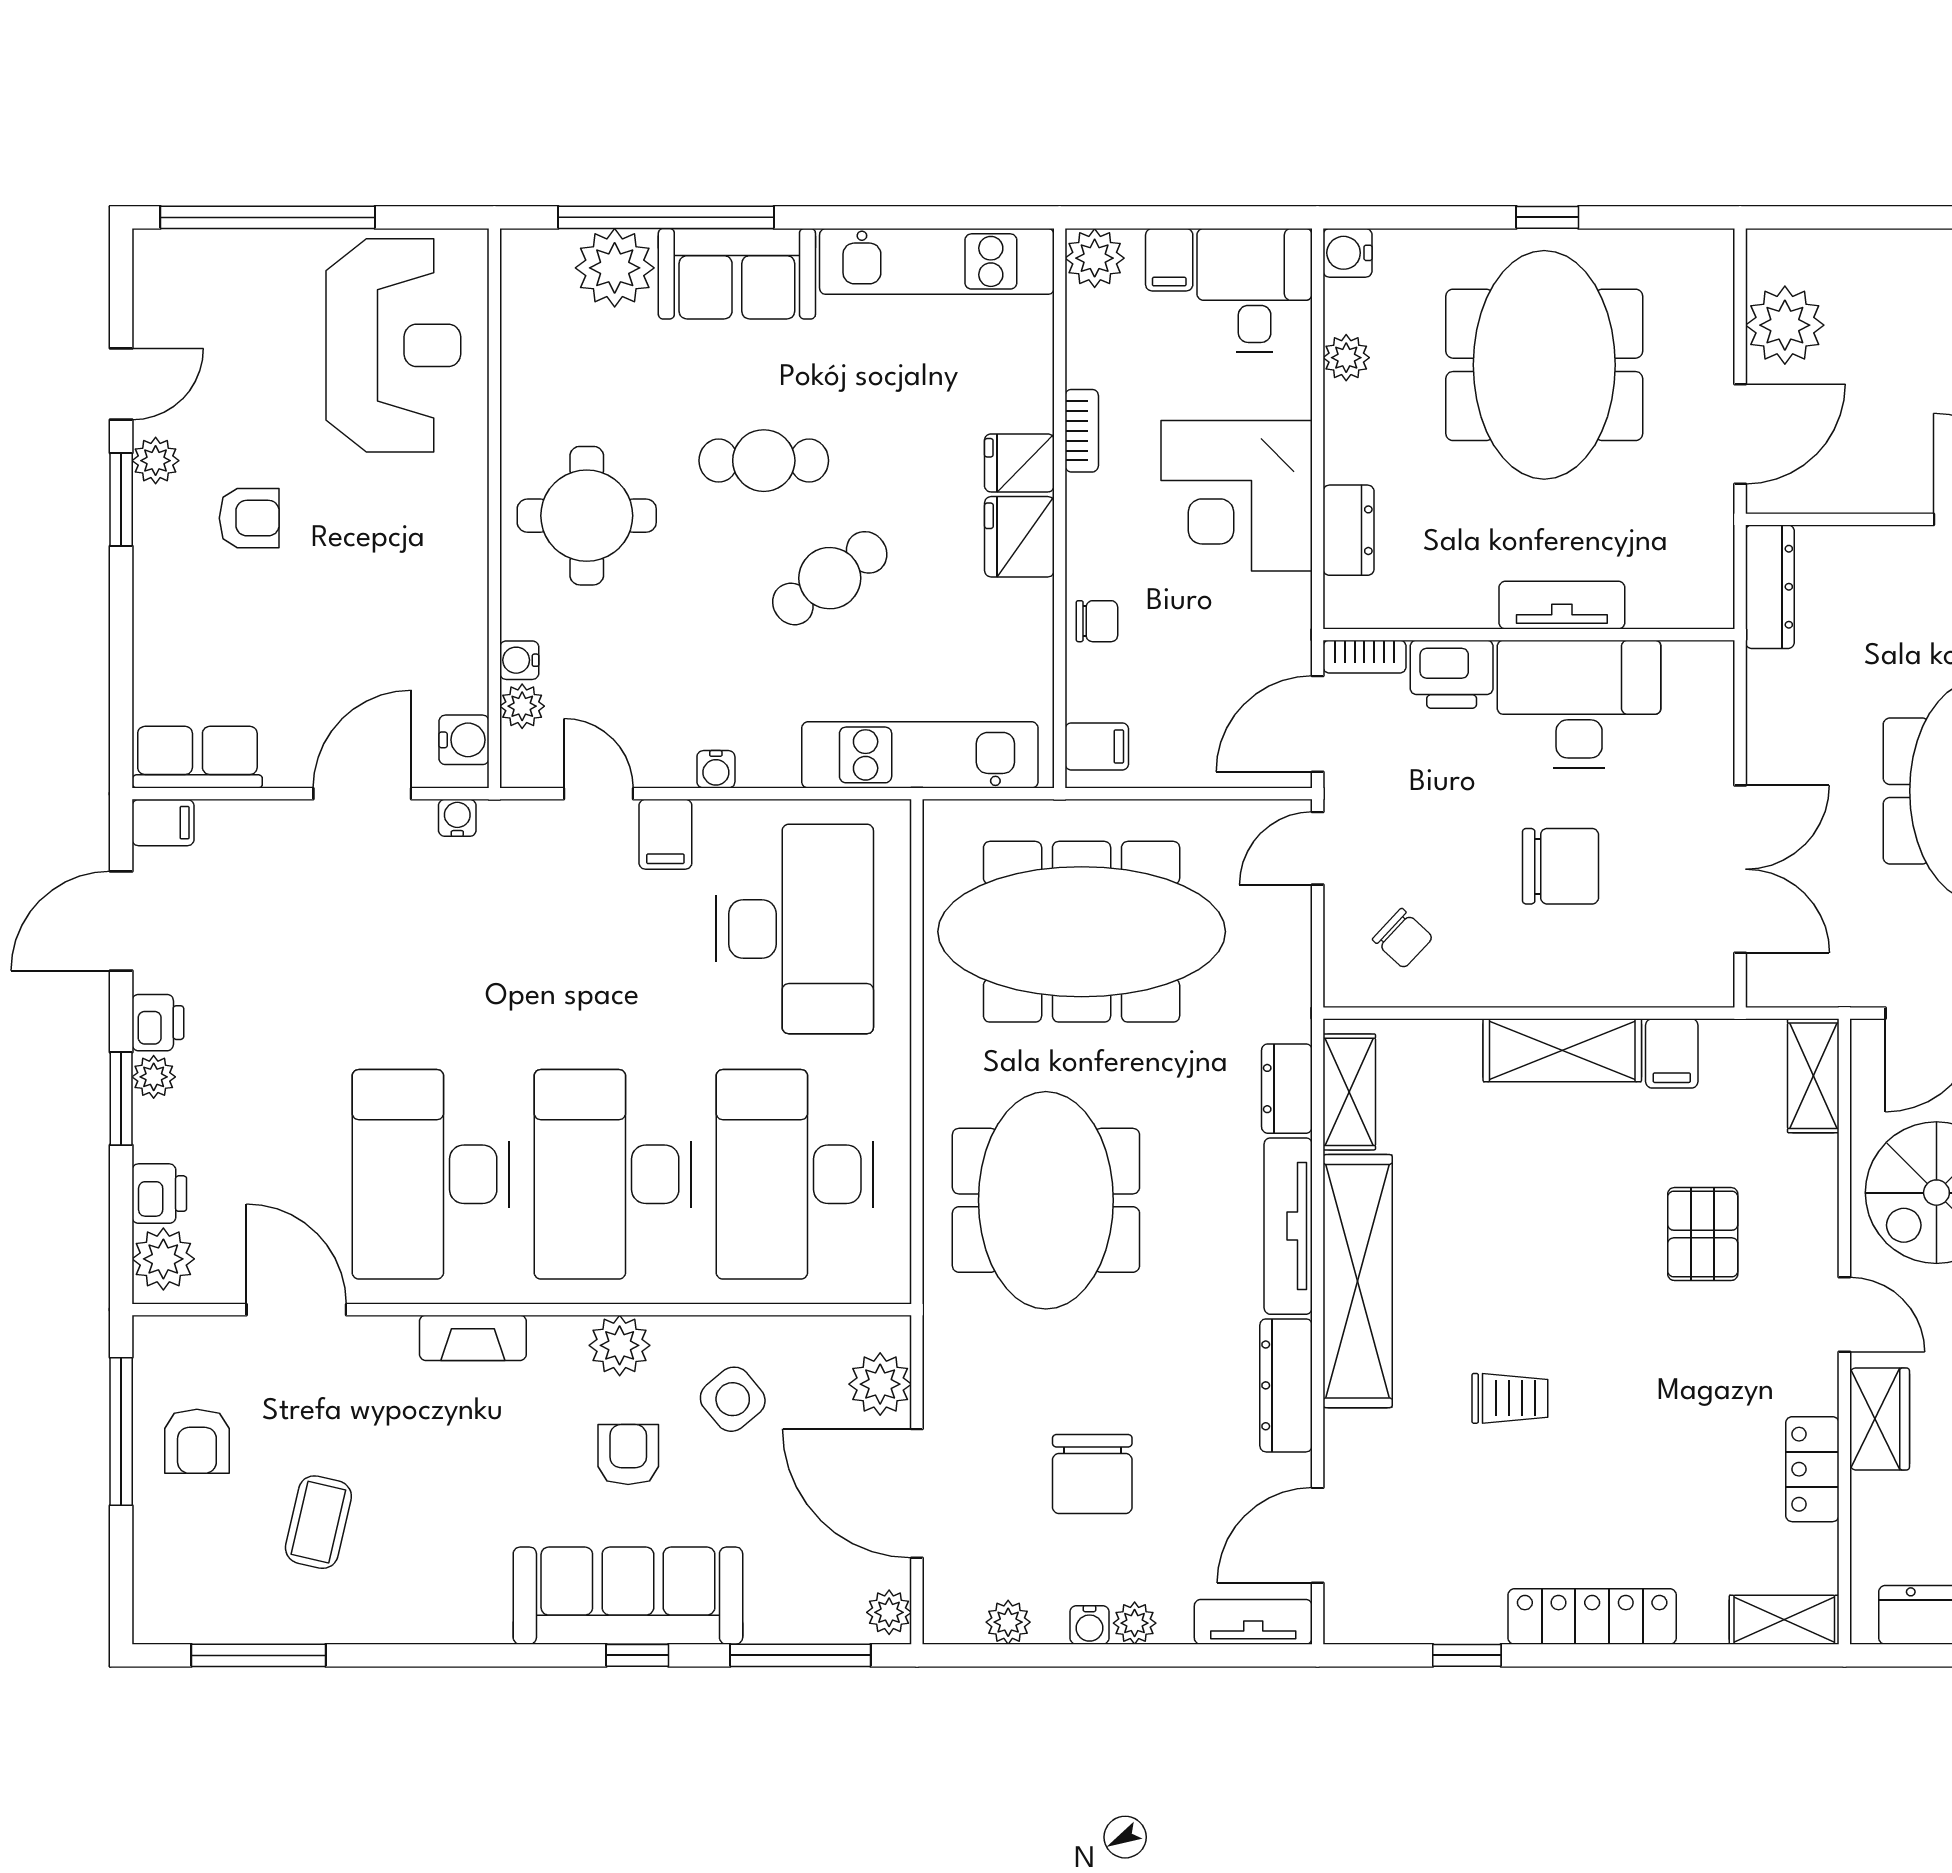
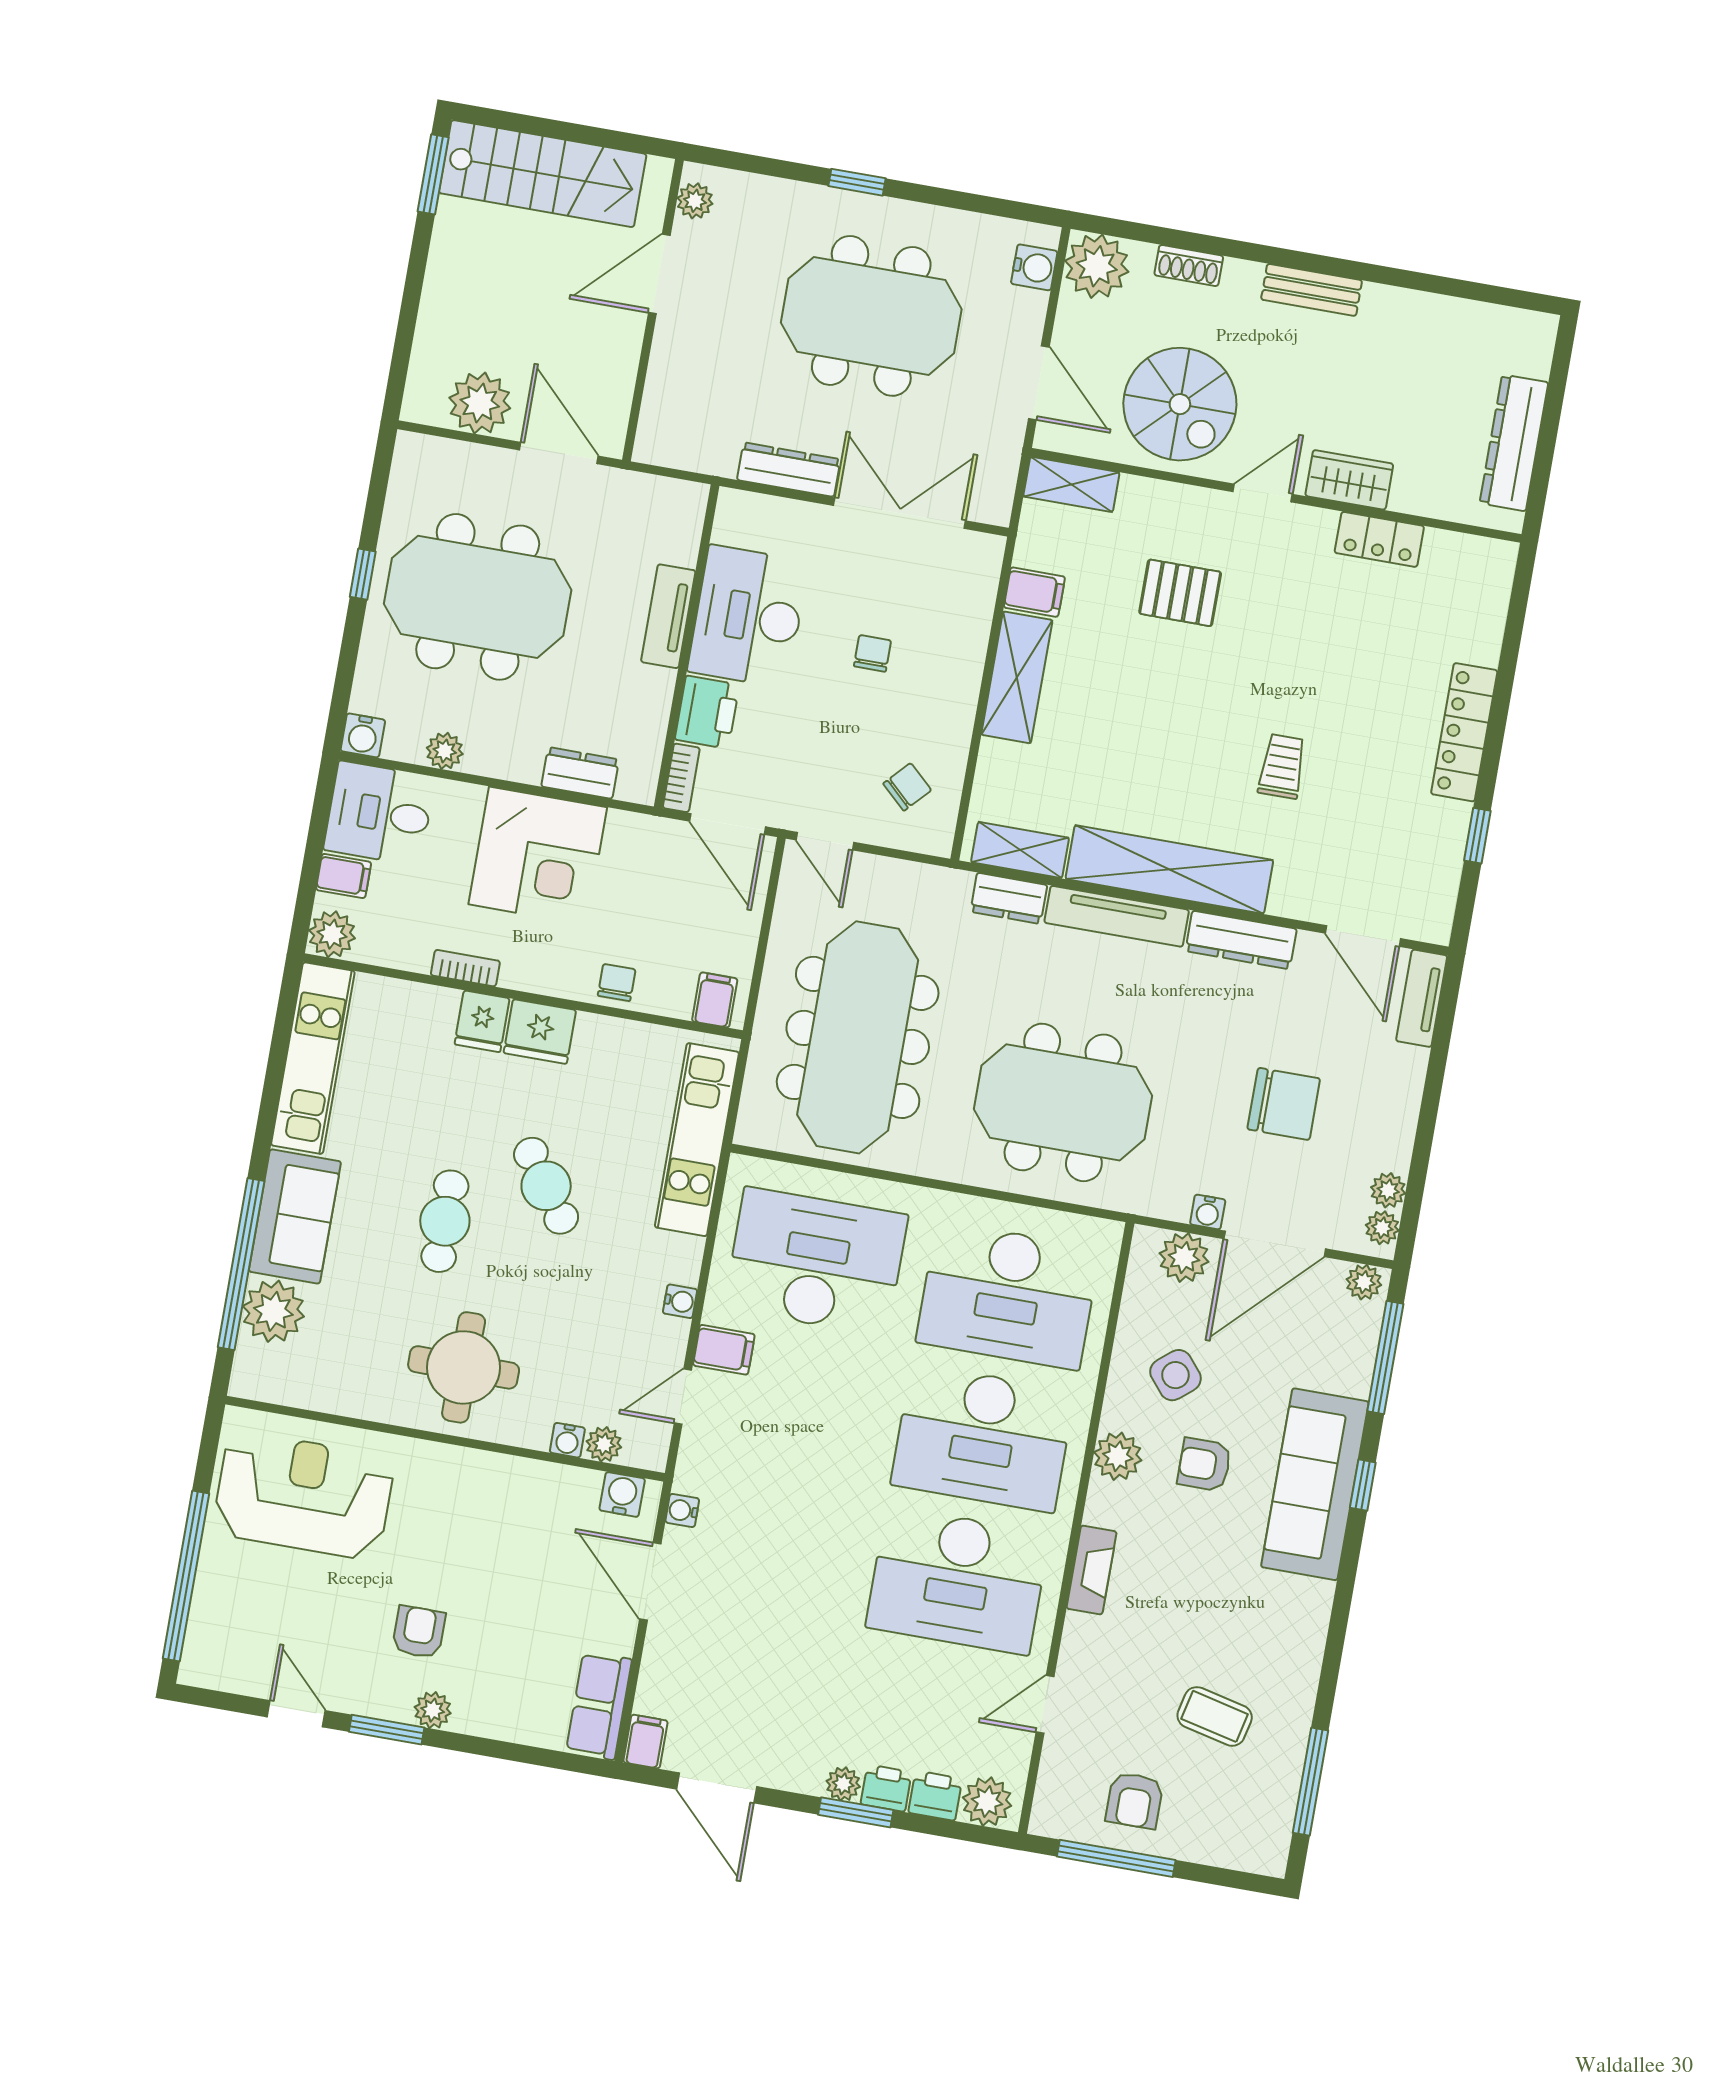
plant: (156, 461) -> (433, 1710), moved
dresser: (1770, 587) -> (789, 470), moved
chair: (1560, 866) -> (872, 653), width x0.54, depth x0.54
printer: (158, 1023) -> (886, 1788), moved
door: (296, 1310) -> (1045, 1704), width x0.73
armchair: (197, 1441) -> (1135, 1800), turned 90
shelving: (1784, 1620) -> (1493, 582), removed
plant: (1135, 1623) -> (1382, 1228), moved
water cooler: (1089, 1625) -> (1208, 1212), moved, turned 90

